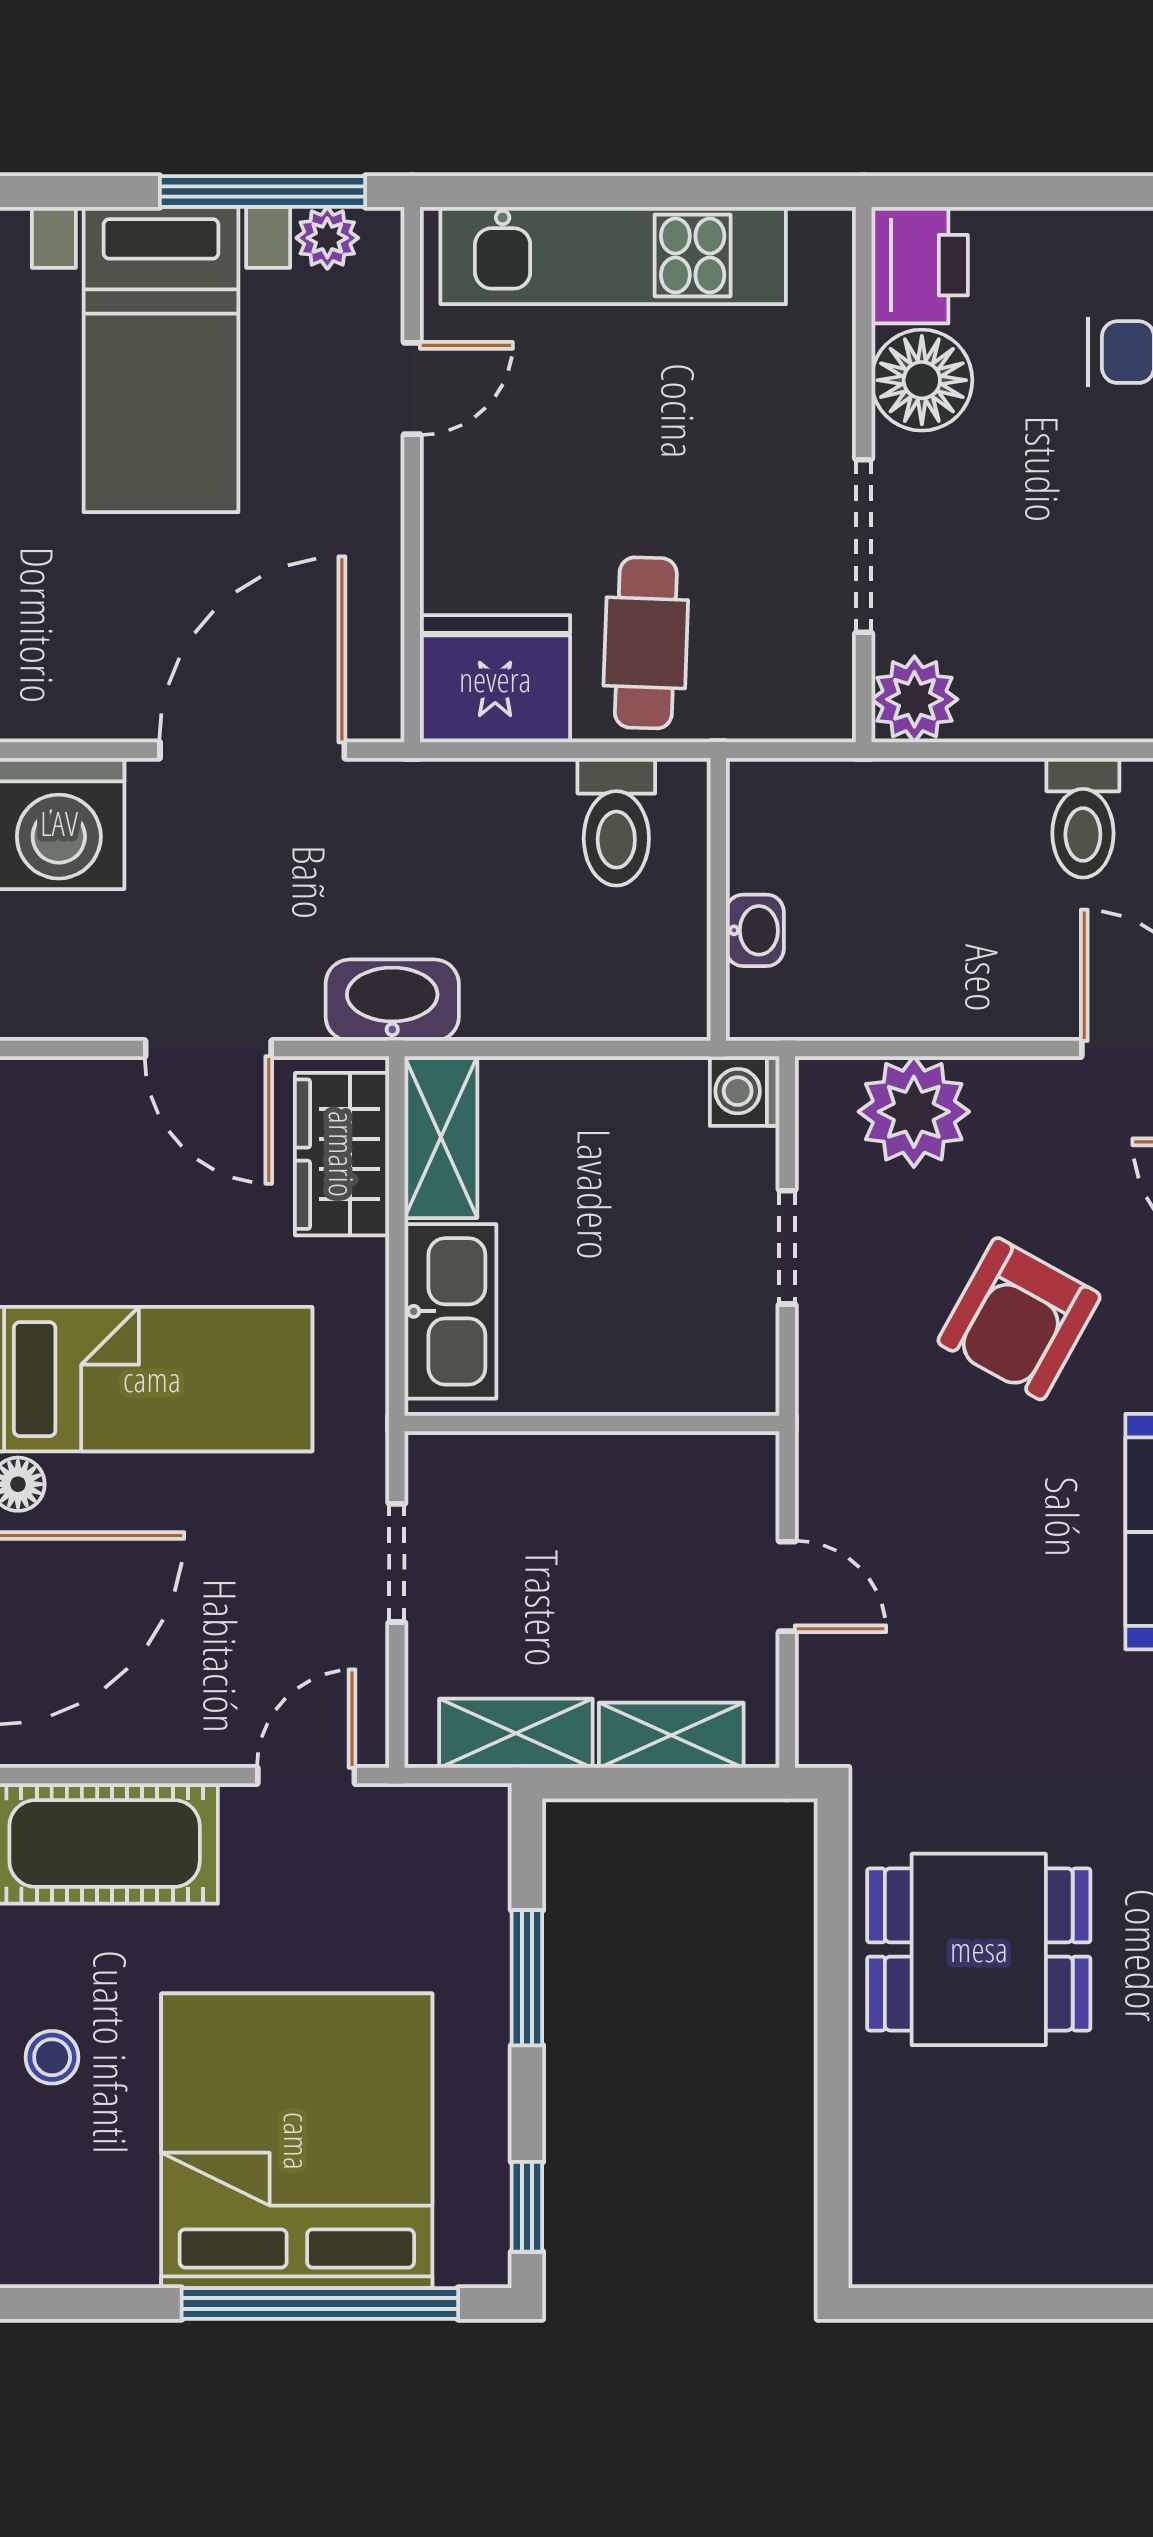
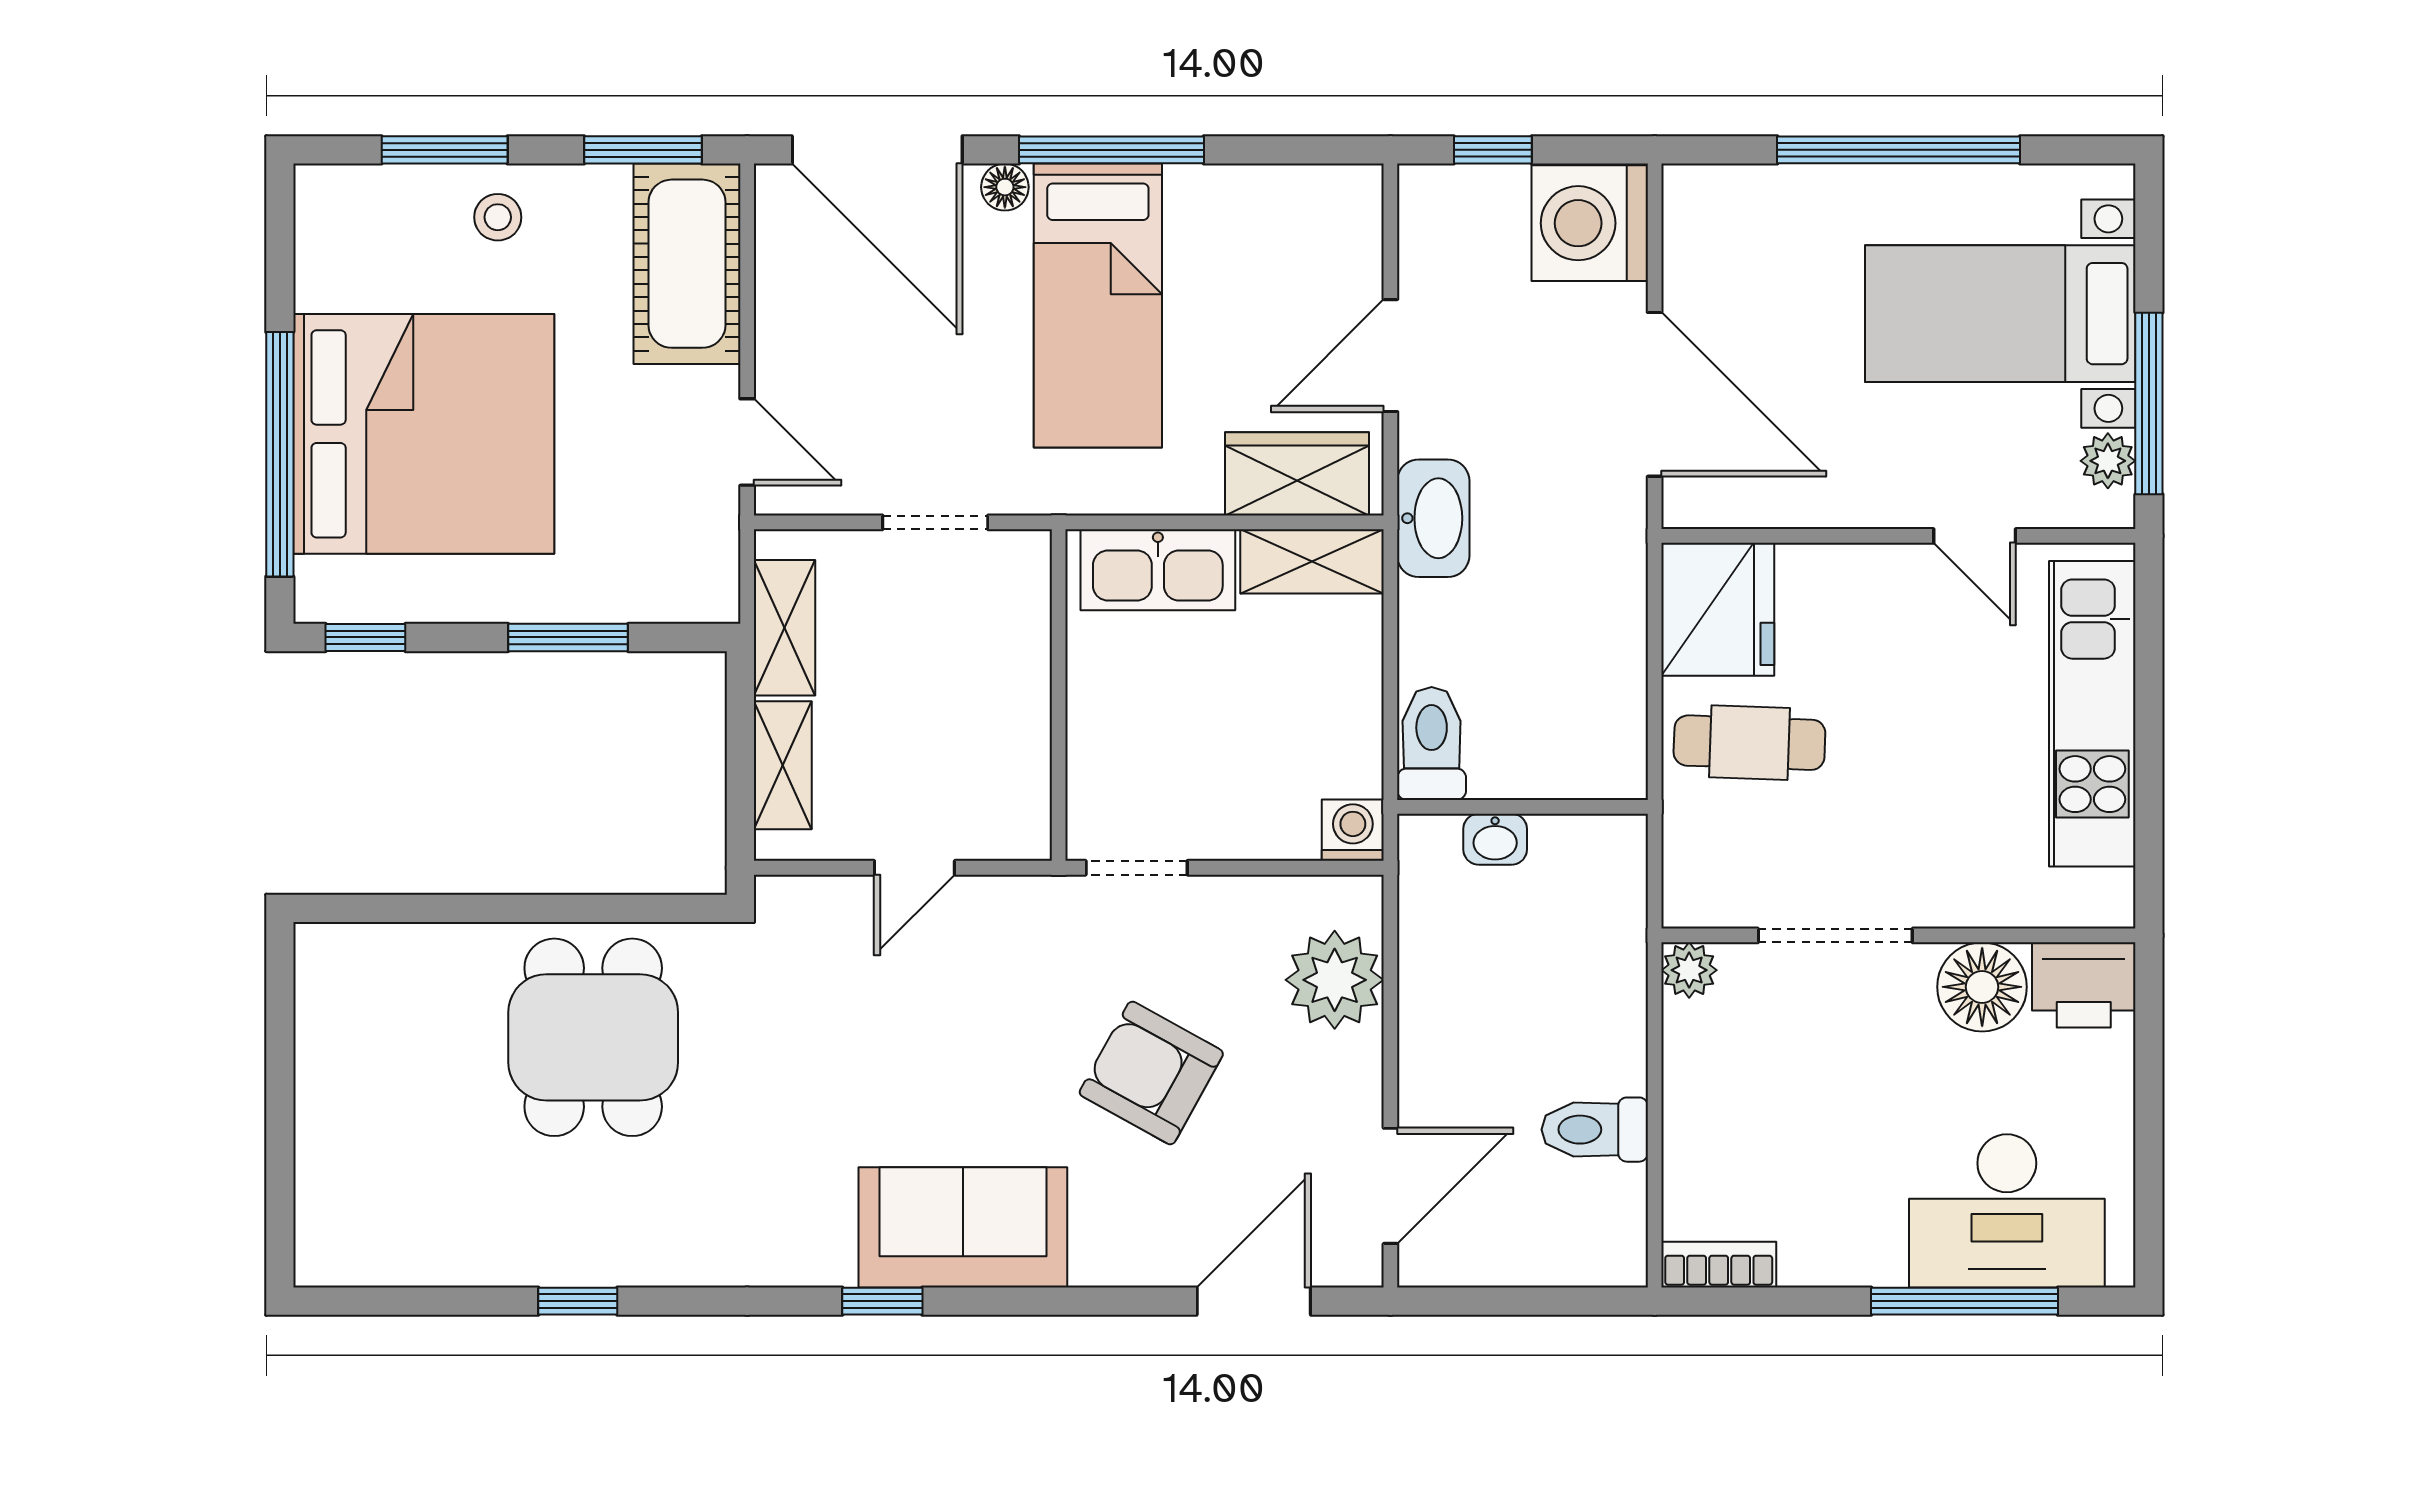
plant: (914, 699) -> (1689, 970), width x0.73, depth x0.73
toilet: (616, 822) -> (1432, 743), moved, turned 90
doorway: (787, 1247) -> (1137, 868), moved

